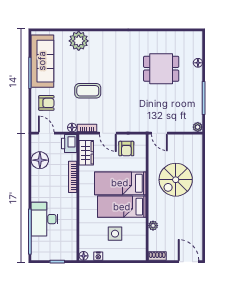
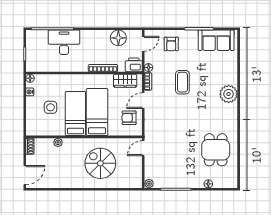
plant: (79, 41) -> (229, 94), moved
sofa: (42, 61) -> (216, 40), width x0.73
dining table: (161, 69) -> (216, 150), moved

